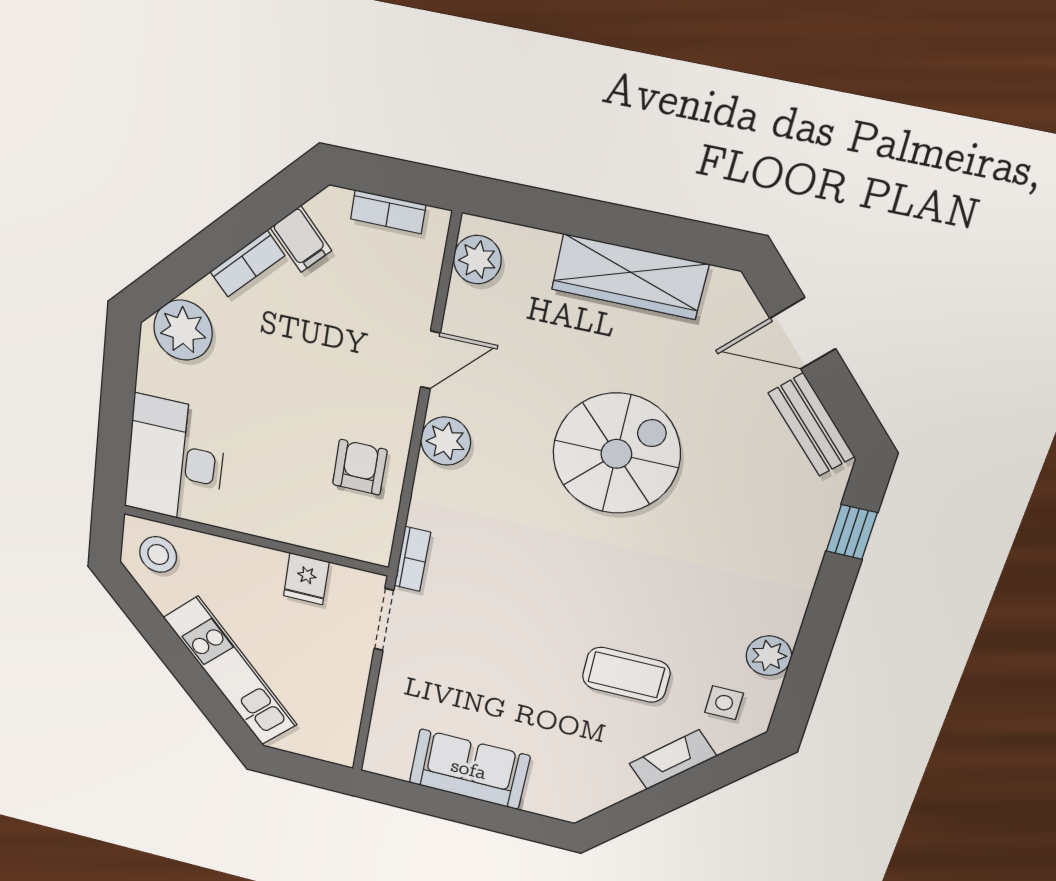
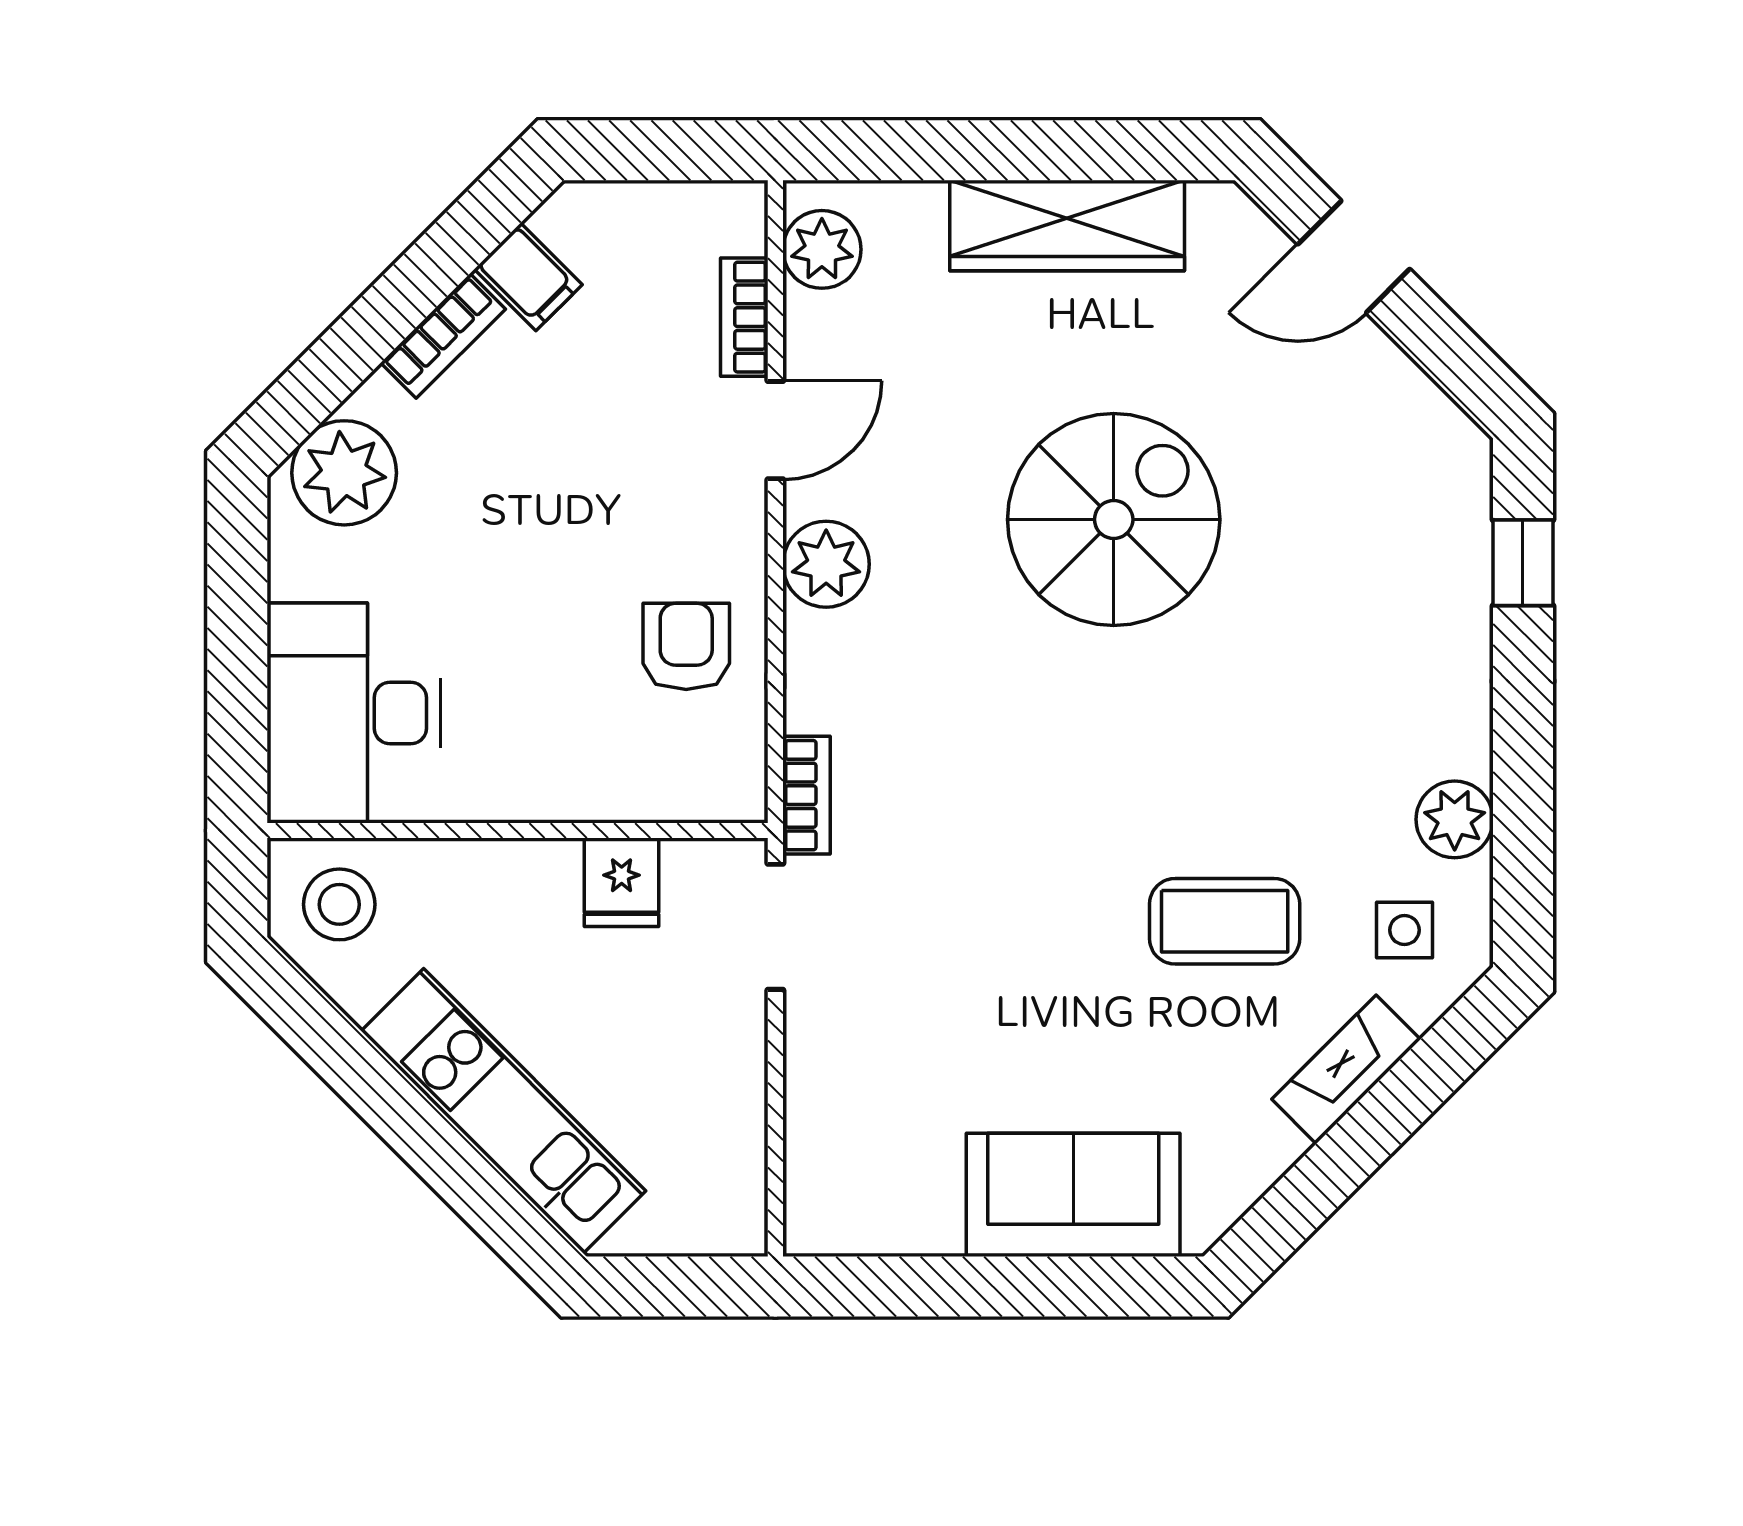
bookcase: (388, 212) -> (744, 317), moved, turned 90
bench: (812, 425) -> (1408, 399), removed
sofa: (469, 769) -> (1073, 1195), moved

